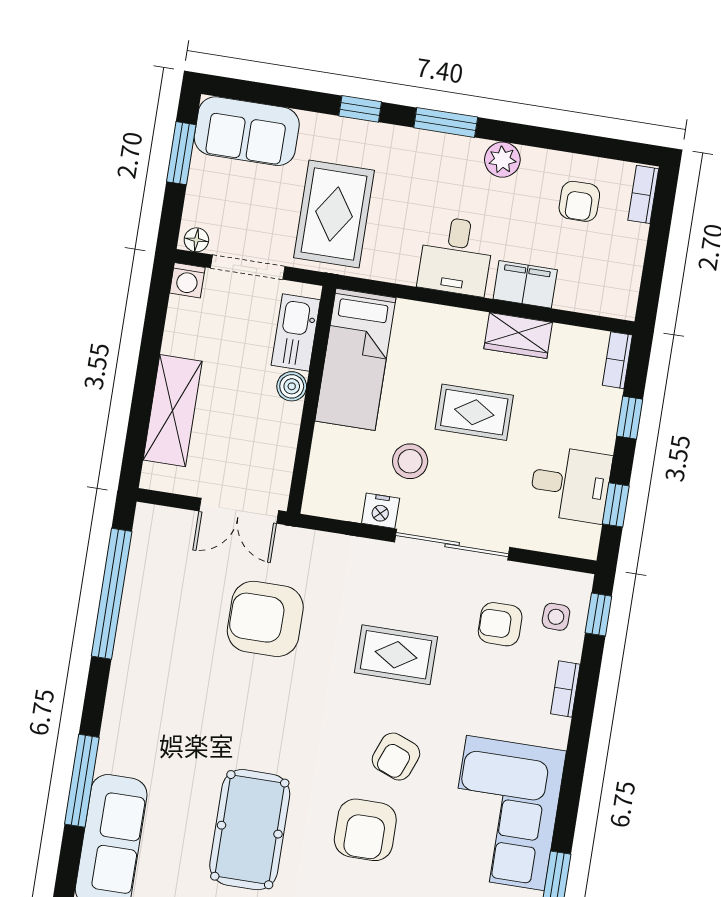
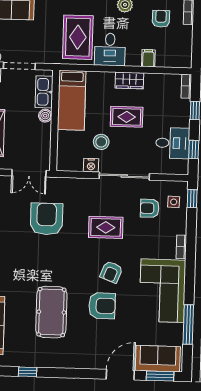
armchair: (579, 201) -> (161, 19), turned 180
rug: (334, 214) -> (78, 37), moved
filing cabinet: (525, 284) -> (148, 58), width x0.50
wardrobe: (518, 336) -> (129, 80), moved
armchair: (265, 619) -> (46, 219), turned 90
bookcase: (565, 689) -> (181, 247), moved
armchair: (365, 830) -> (102, 306), turned -90

